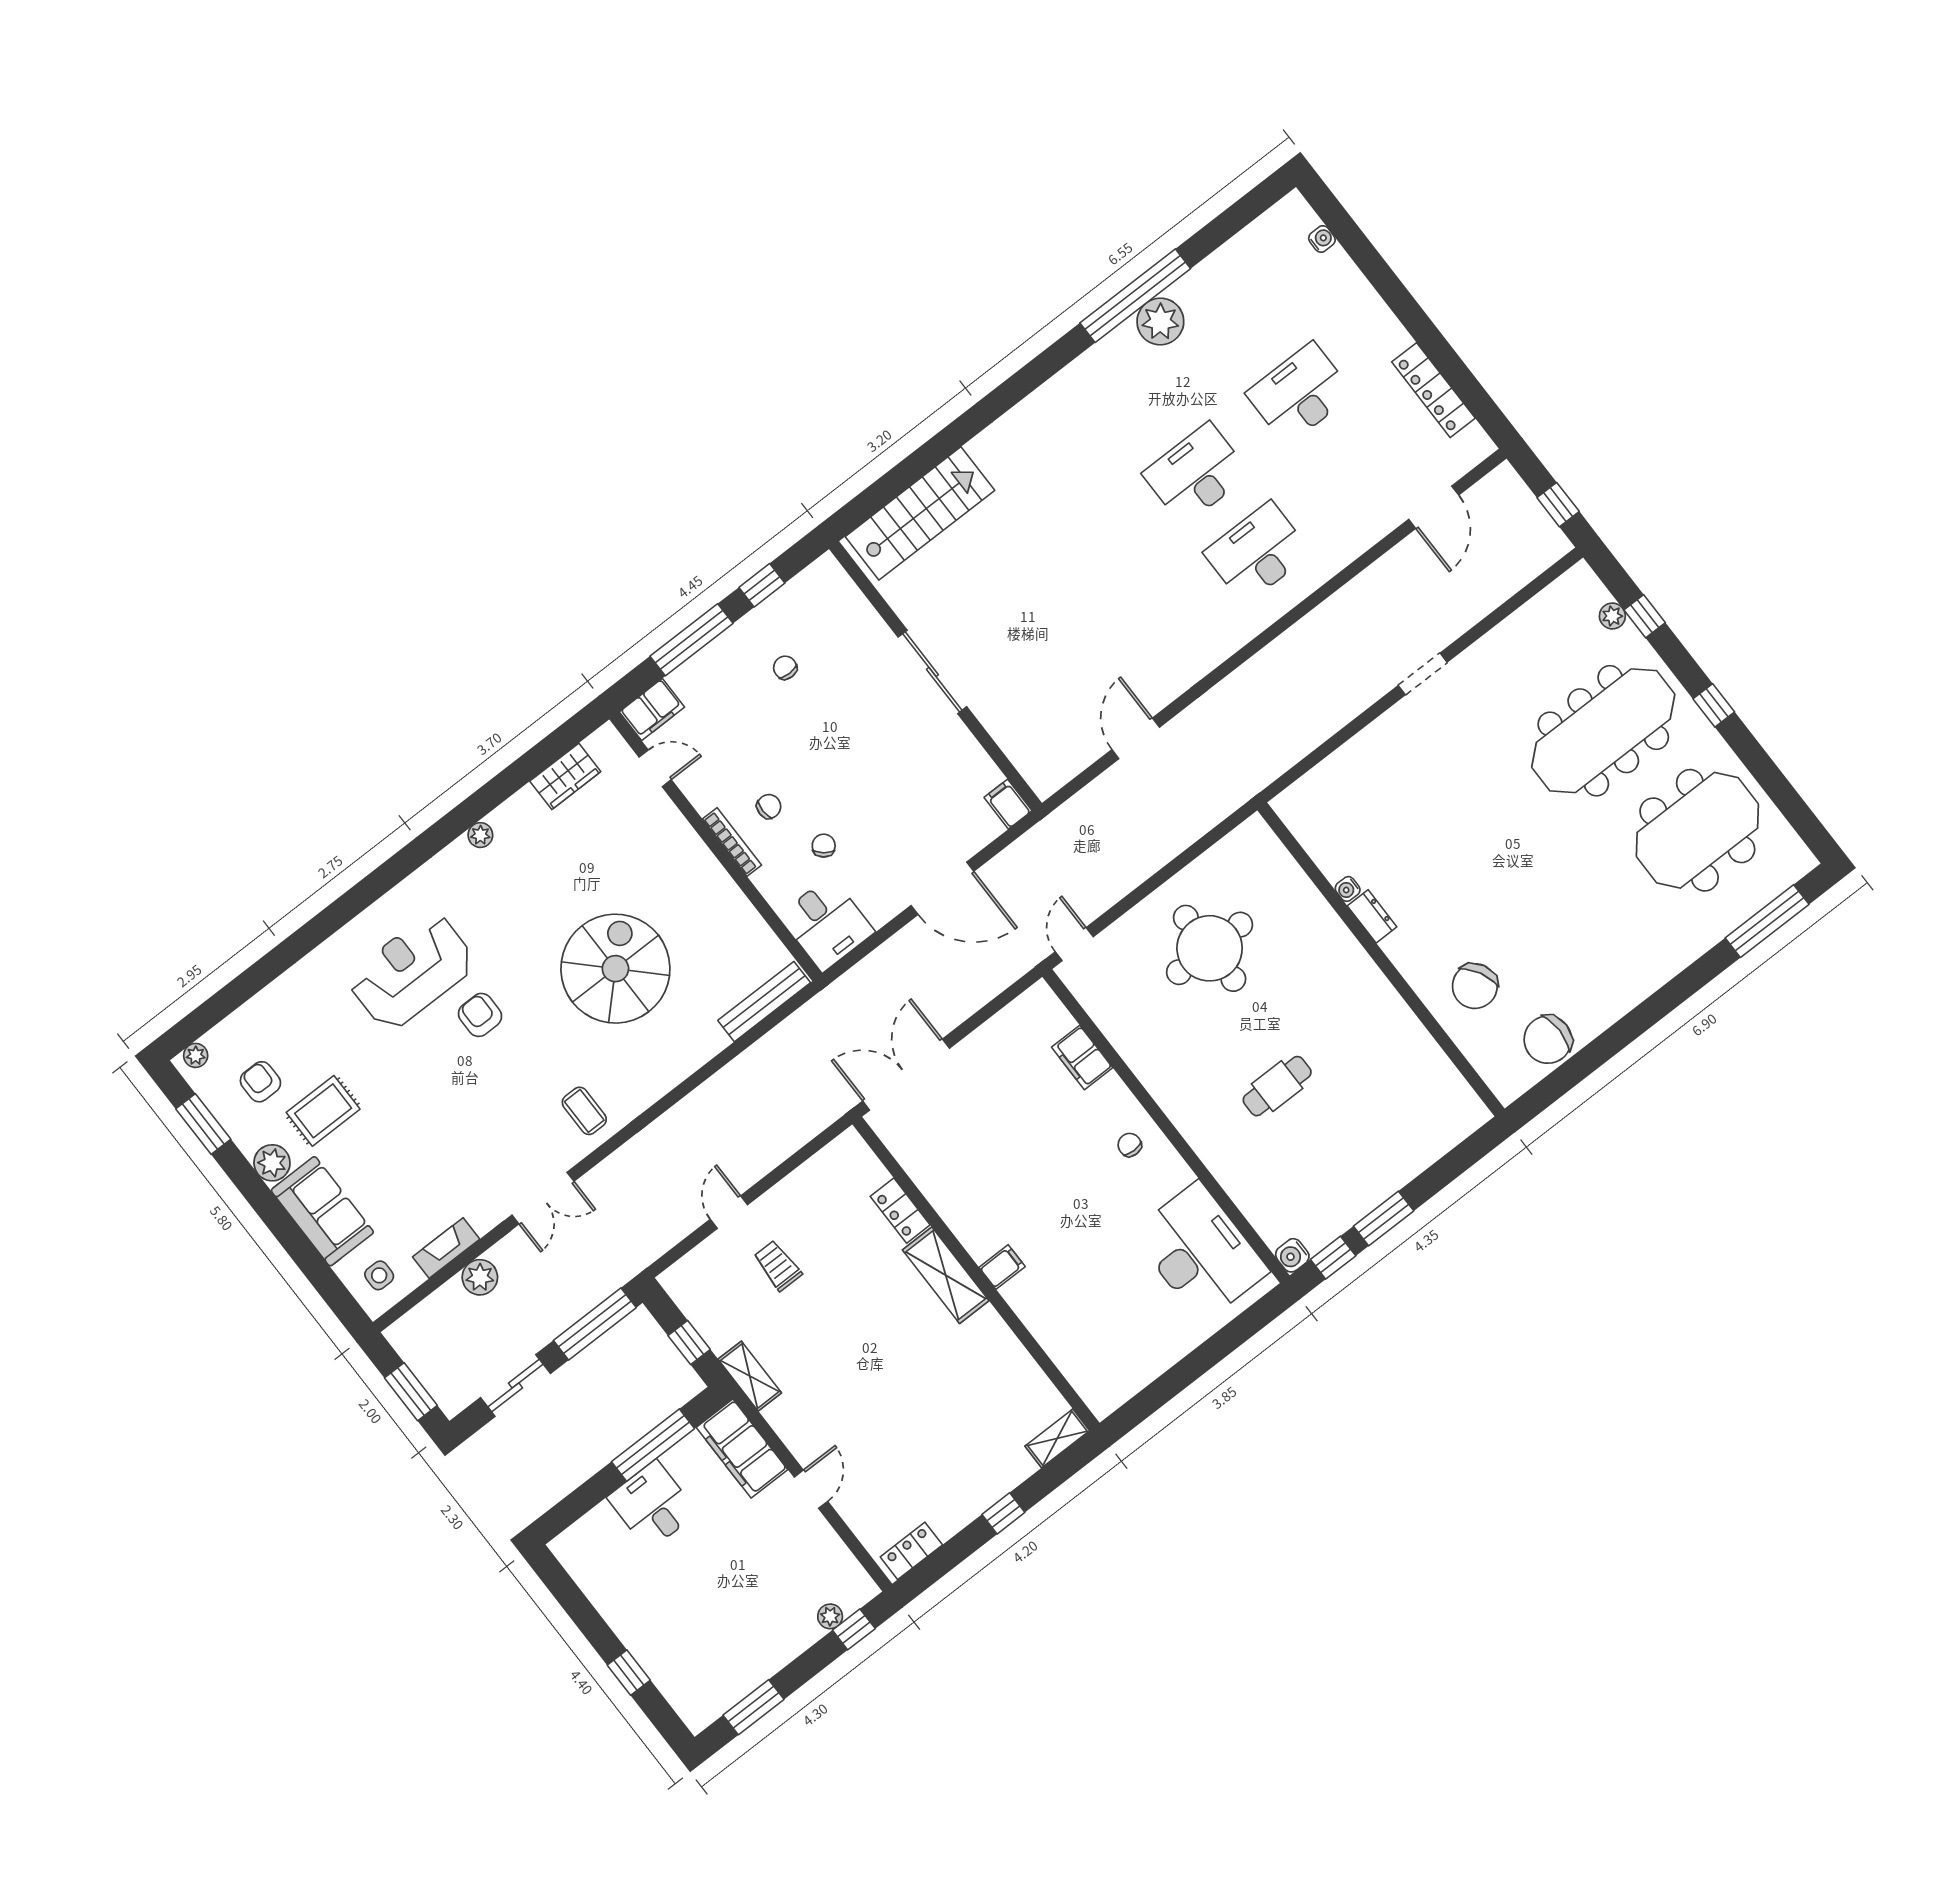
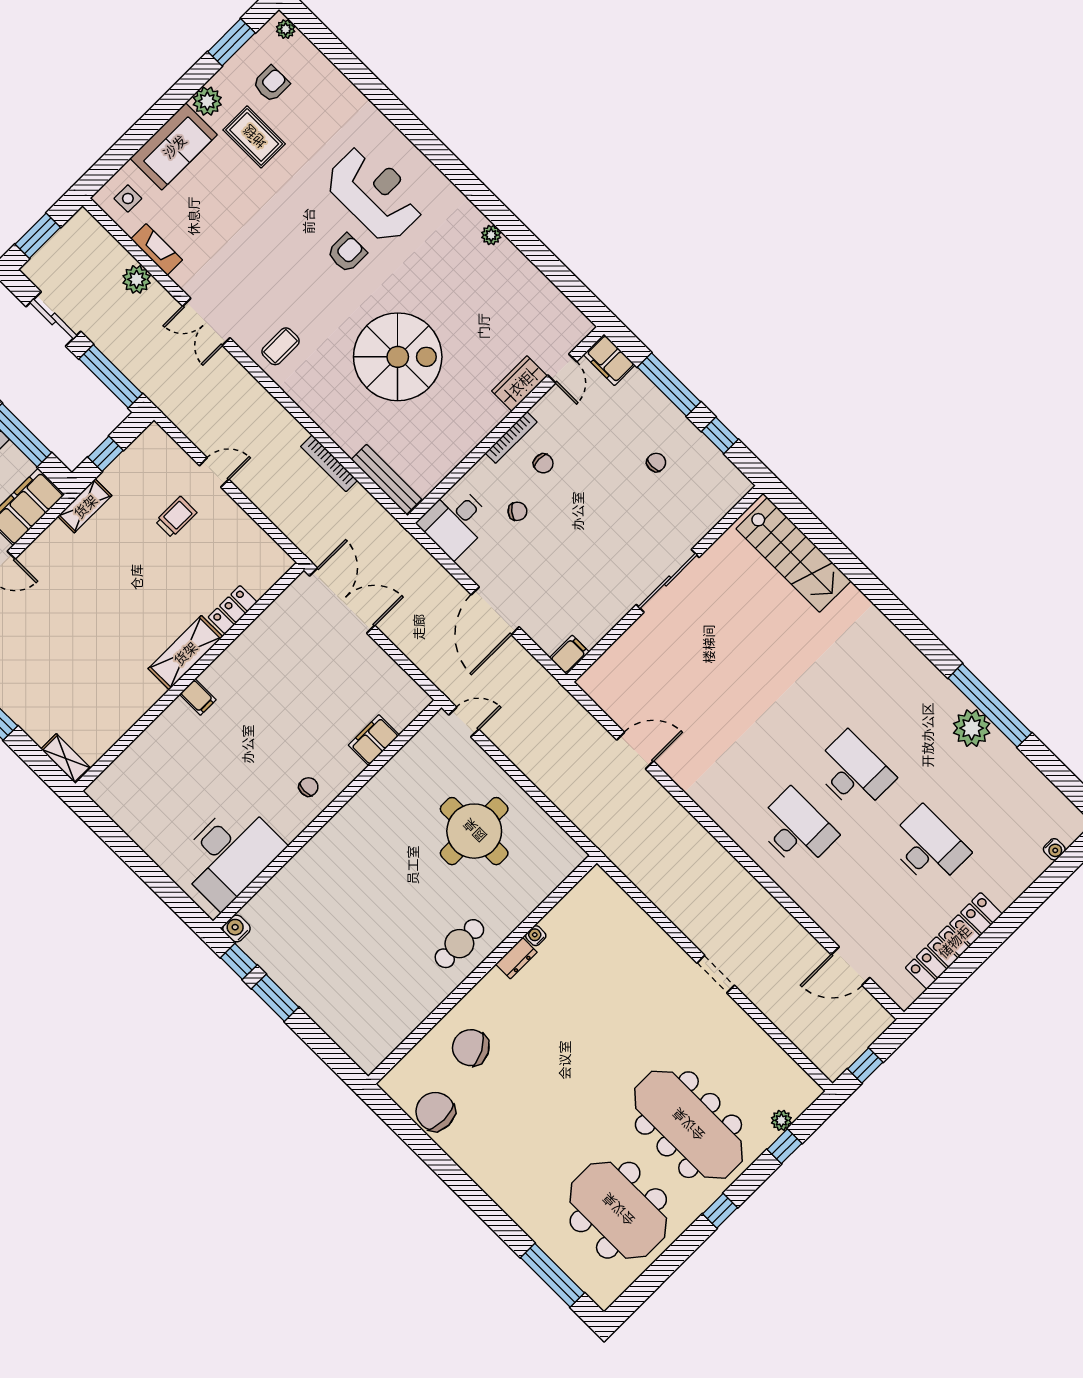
locker: (1433, 390) -> (954, 941), width x1.41, depth x1.21
wardrobe: (565, 776) -> (520, 383), moved, turned 90
bookcase: (736, 1069) -> (329, 463), added
cafe table: (1277, 1086) -> (459, 944), moved, turned 90

